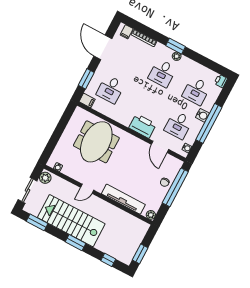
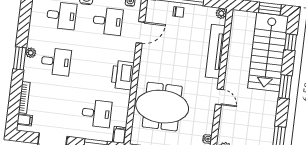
printer: (143, 126) -> (123, 75), moved
stairs: (71, 221) -> (268, 52), moved

